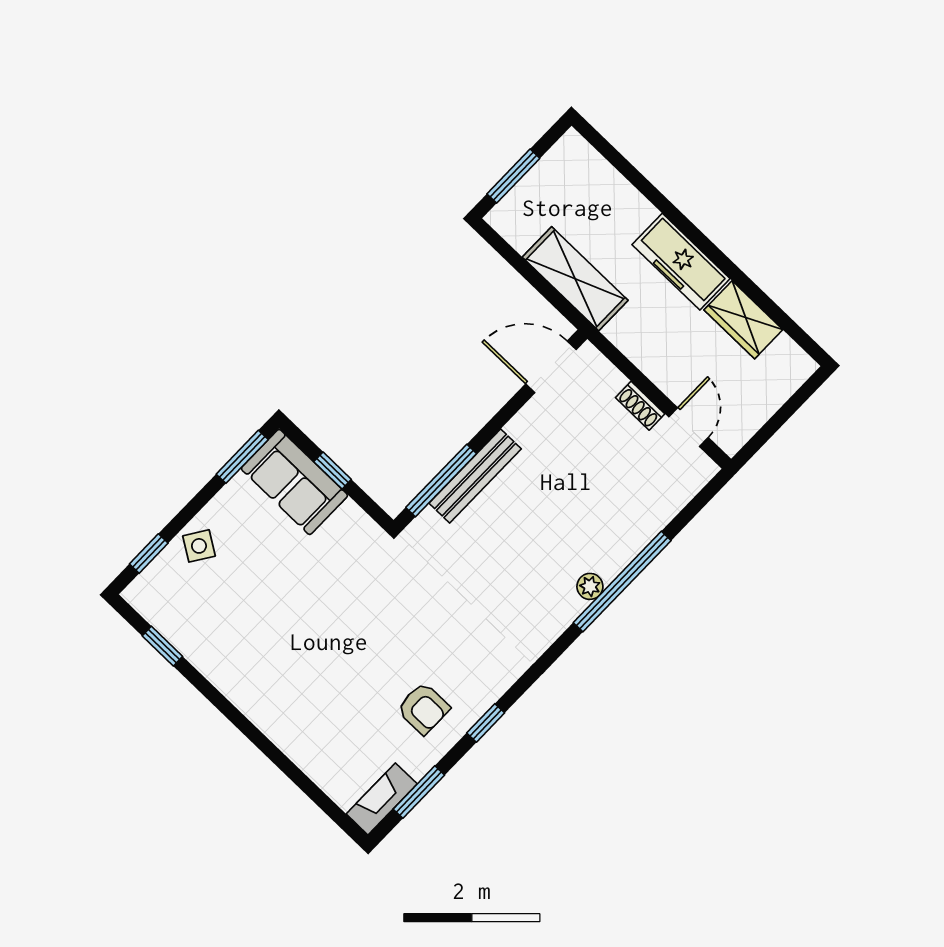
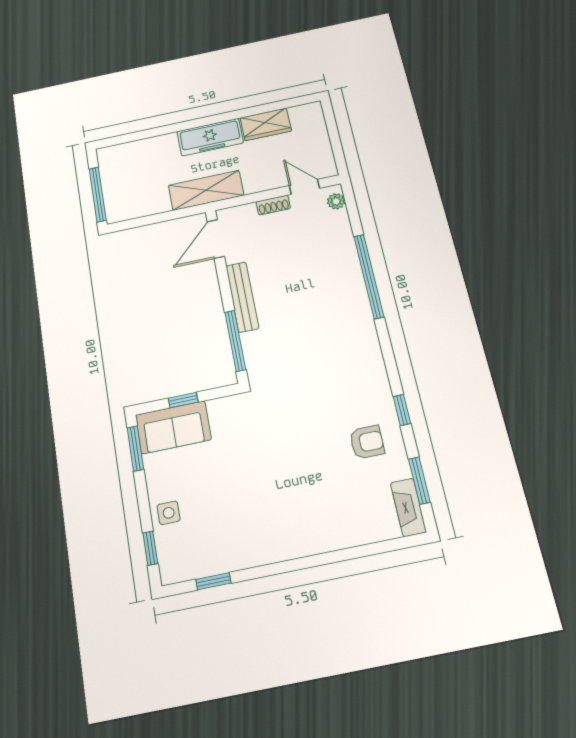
window: (513, 176) -> (98, 194), width x1.44
shelving: (575, 279) -> (206, 190), moved
bench: (475, 476) -> (242, 297), moved
side table: (199, 546) -> (169, 513), turned -33
plant: (590, 586) -> (336, 201), moved

